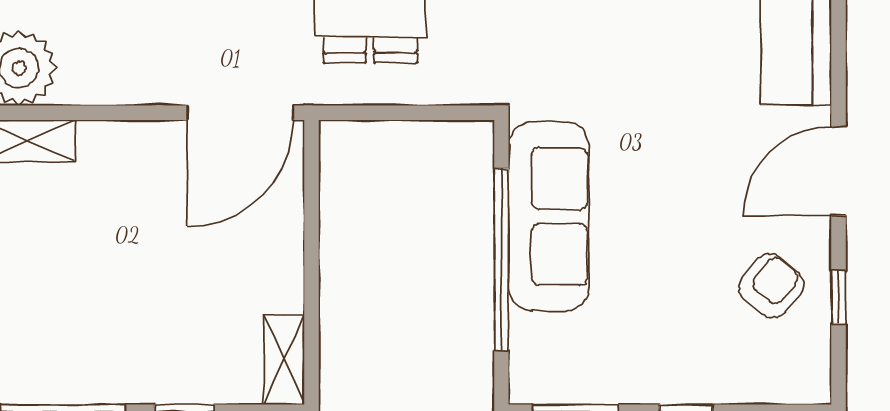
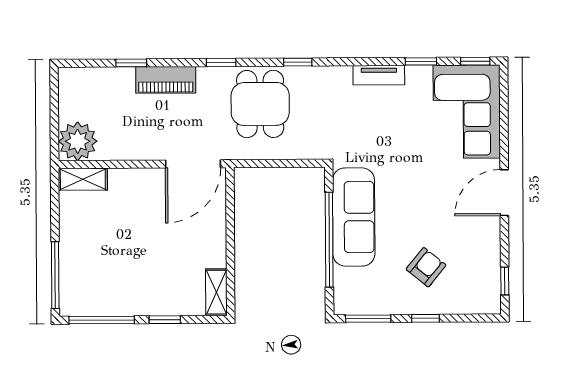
armchair: (771, 286) -> (426, 267), moved
window: (839, 297) -> (505, 281), moved

